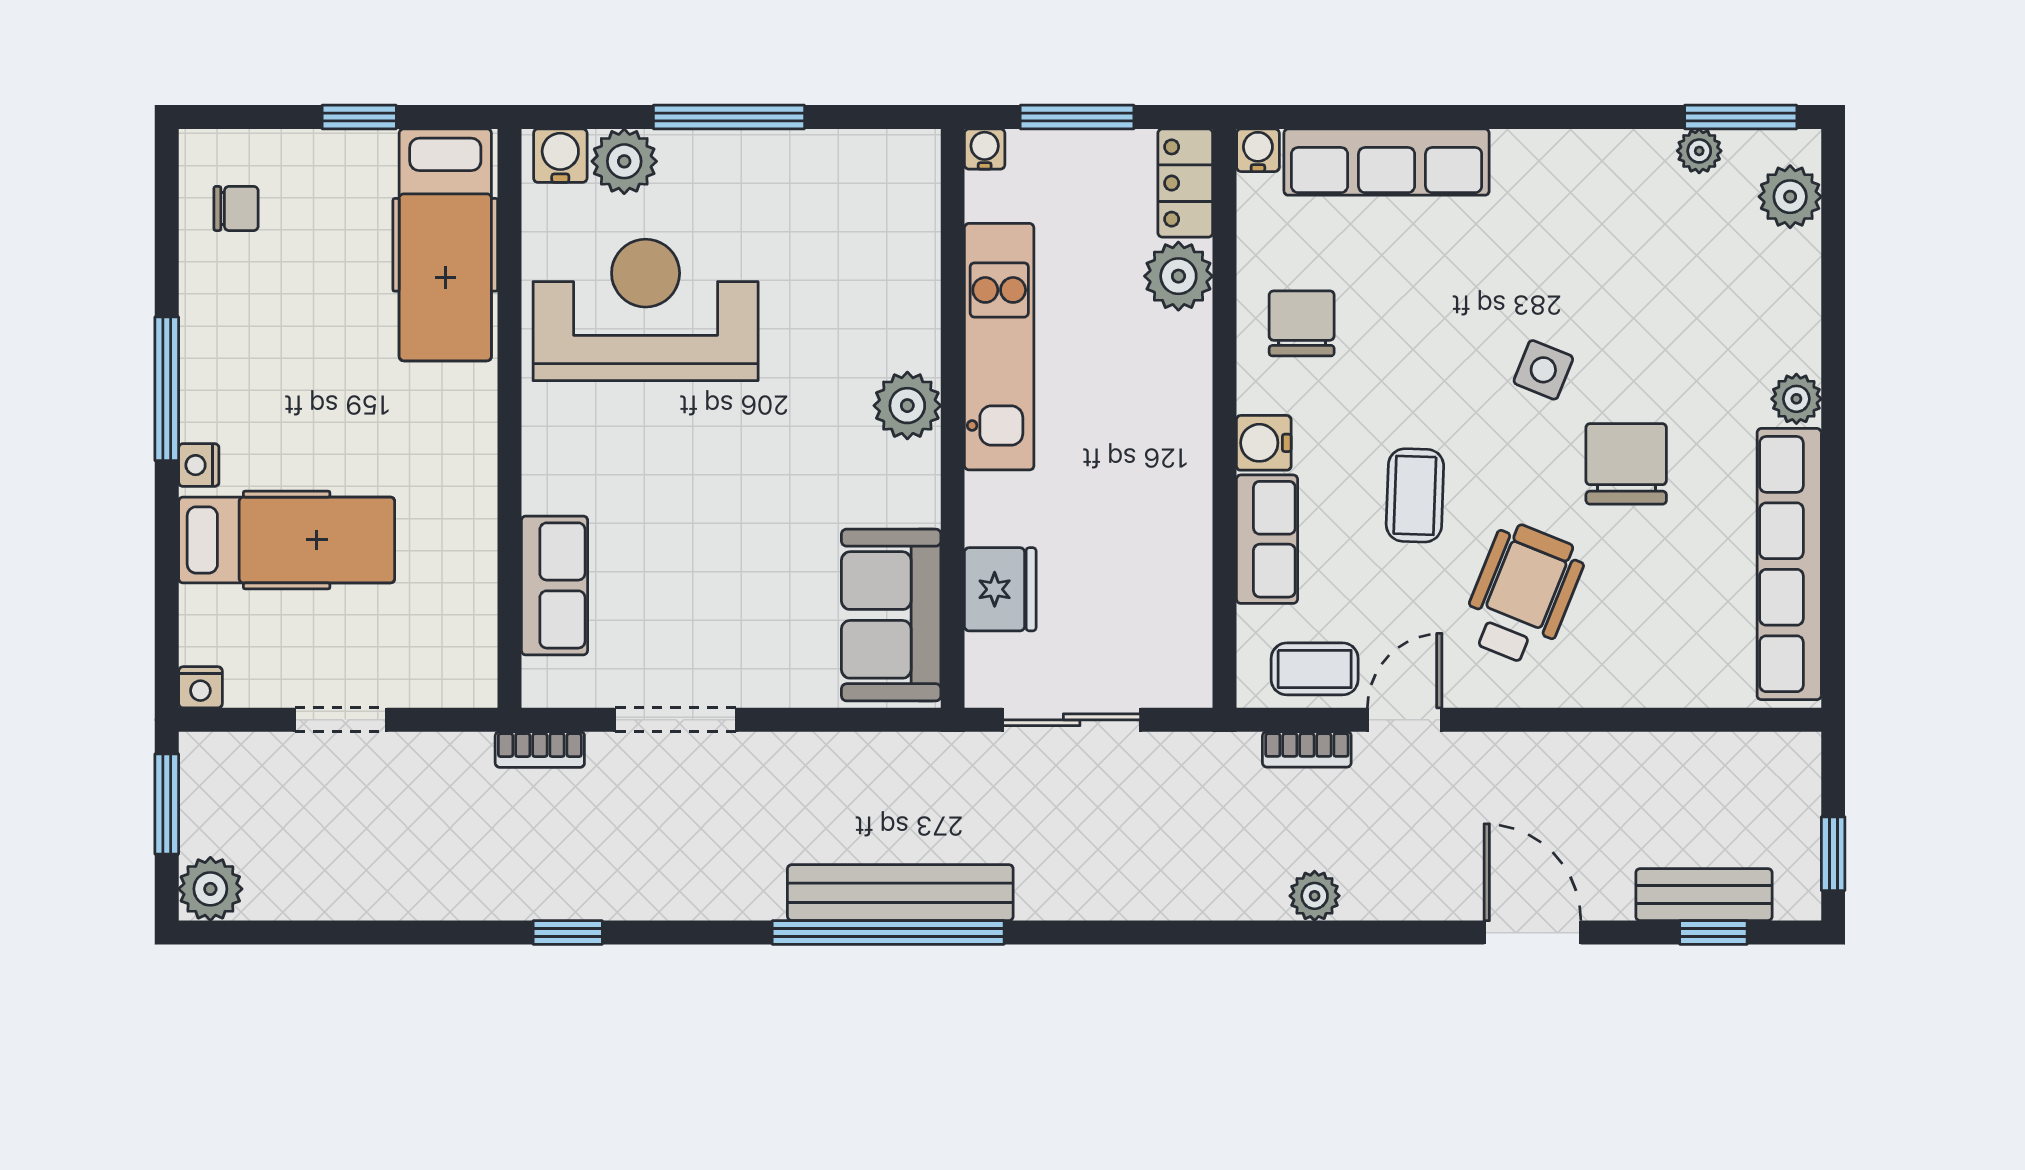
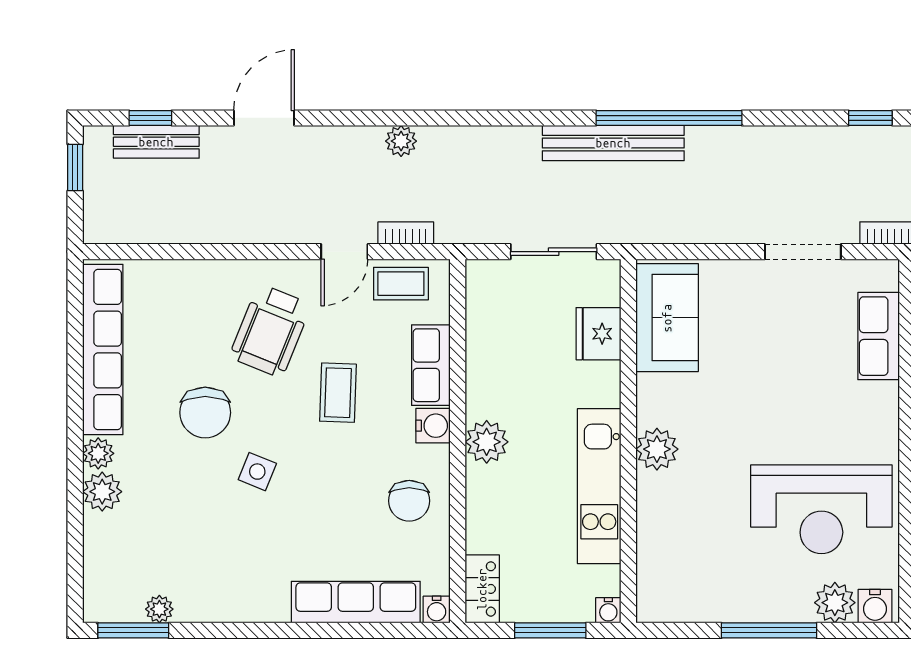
plant: (1790, 197) -> (102, 492), moved
plant: (1178, 276) -> (487, 442), moved
bench: (900, 893) -> (613, 143), moved
door: (1533, 933) -> (264, 118), swing flipped

